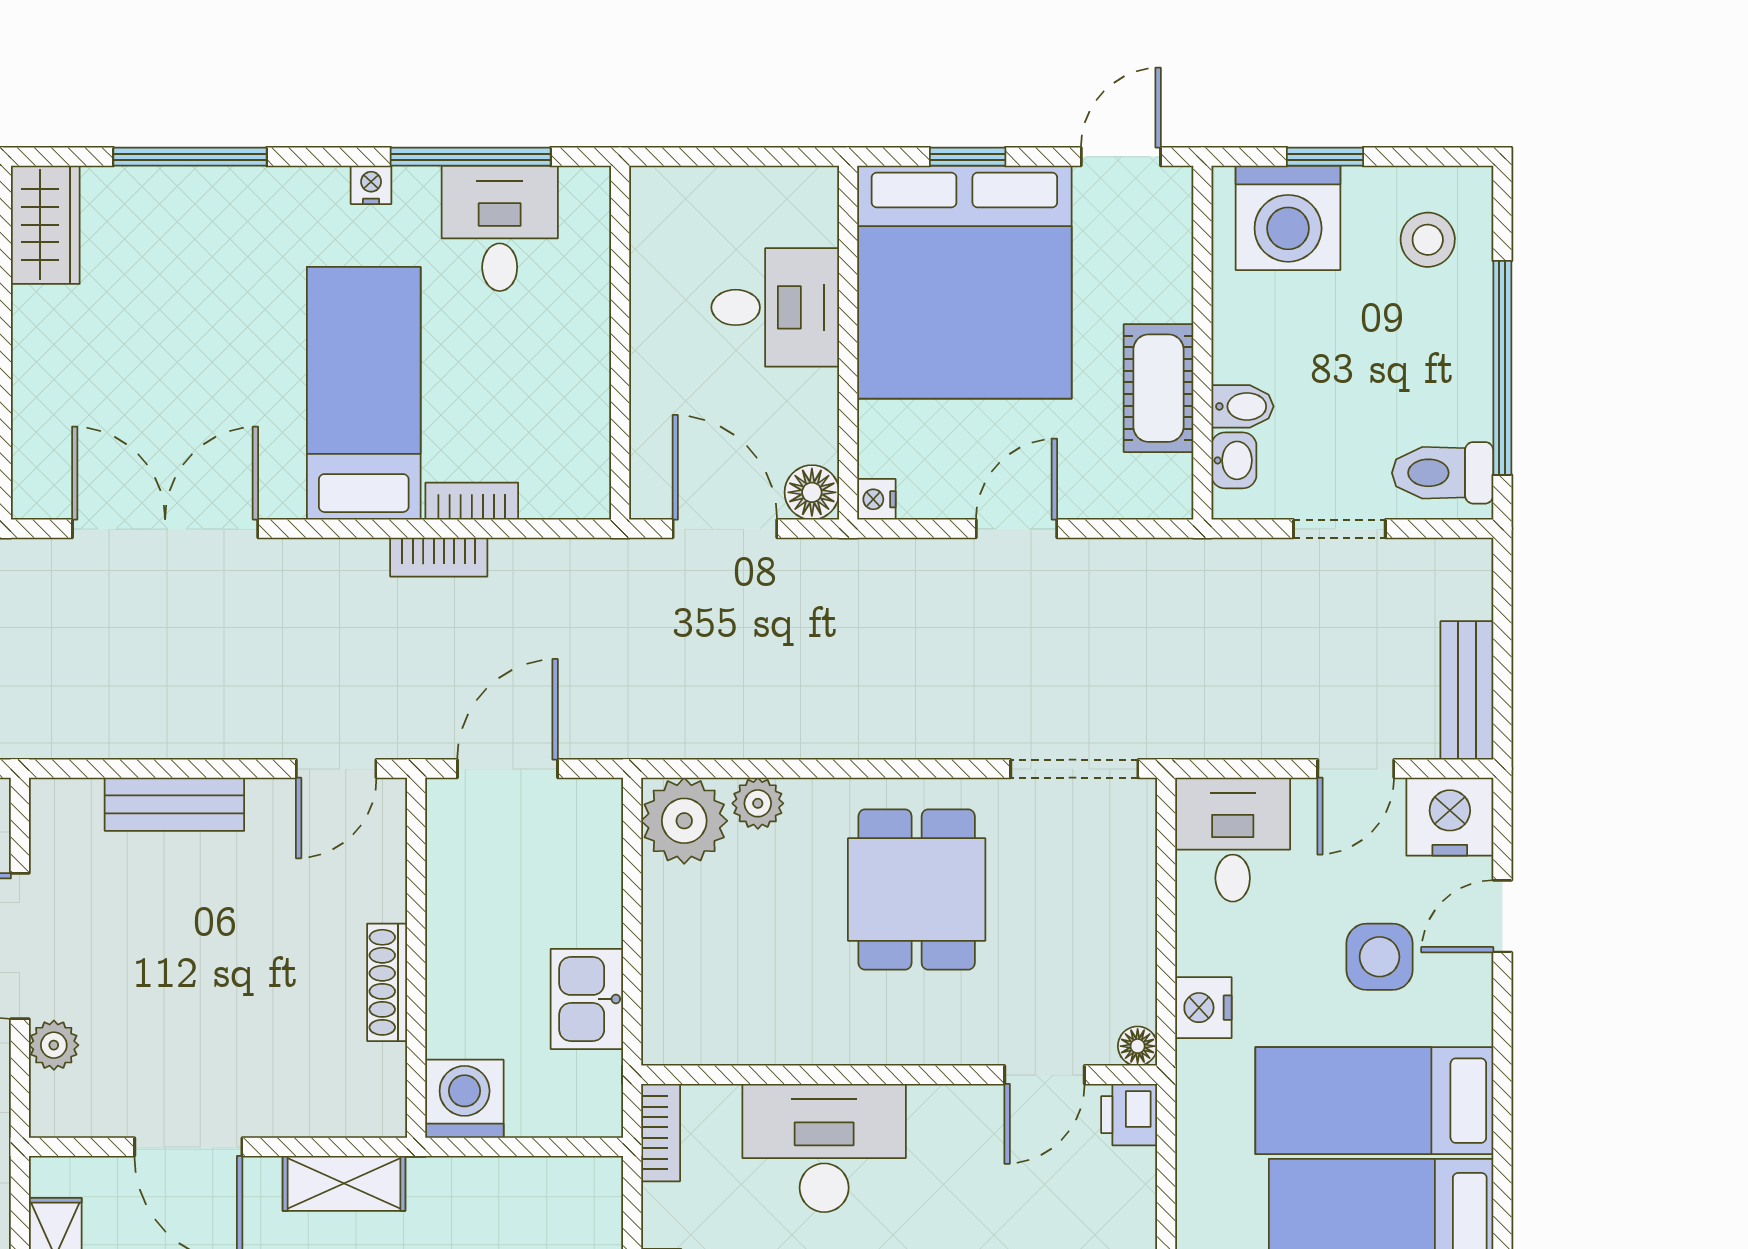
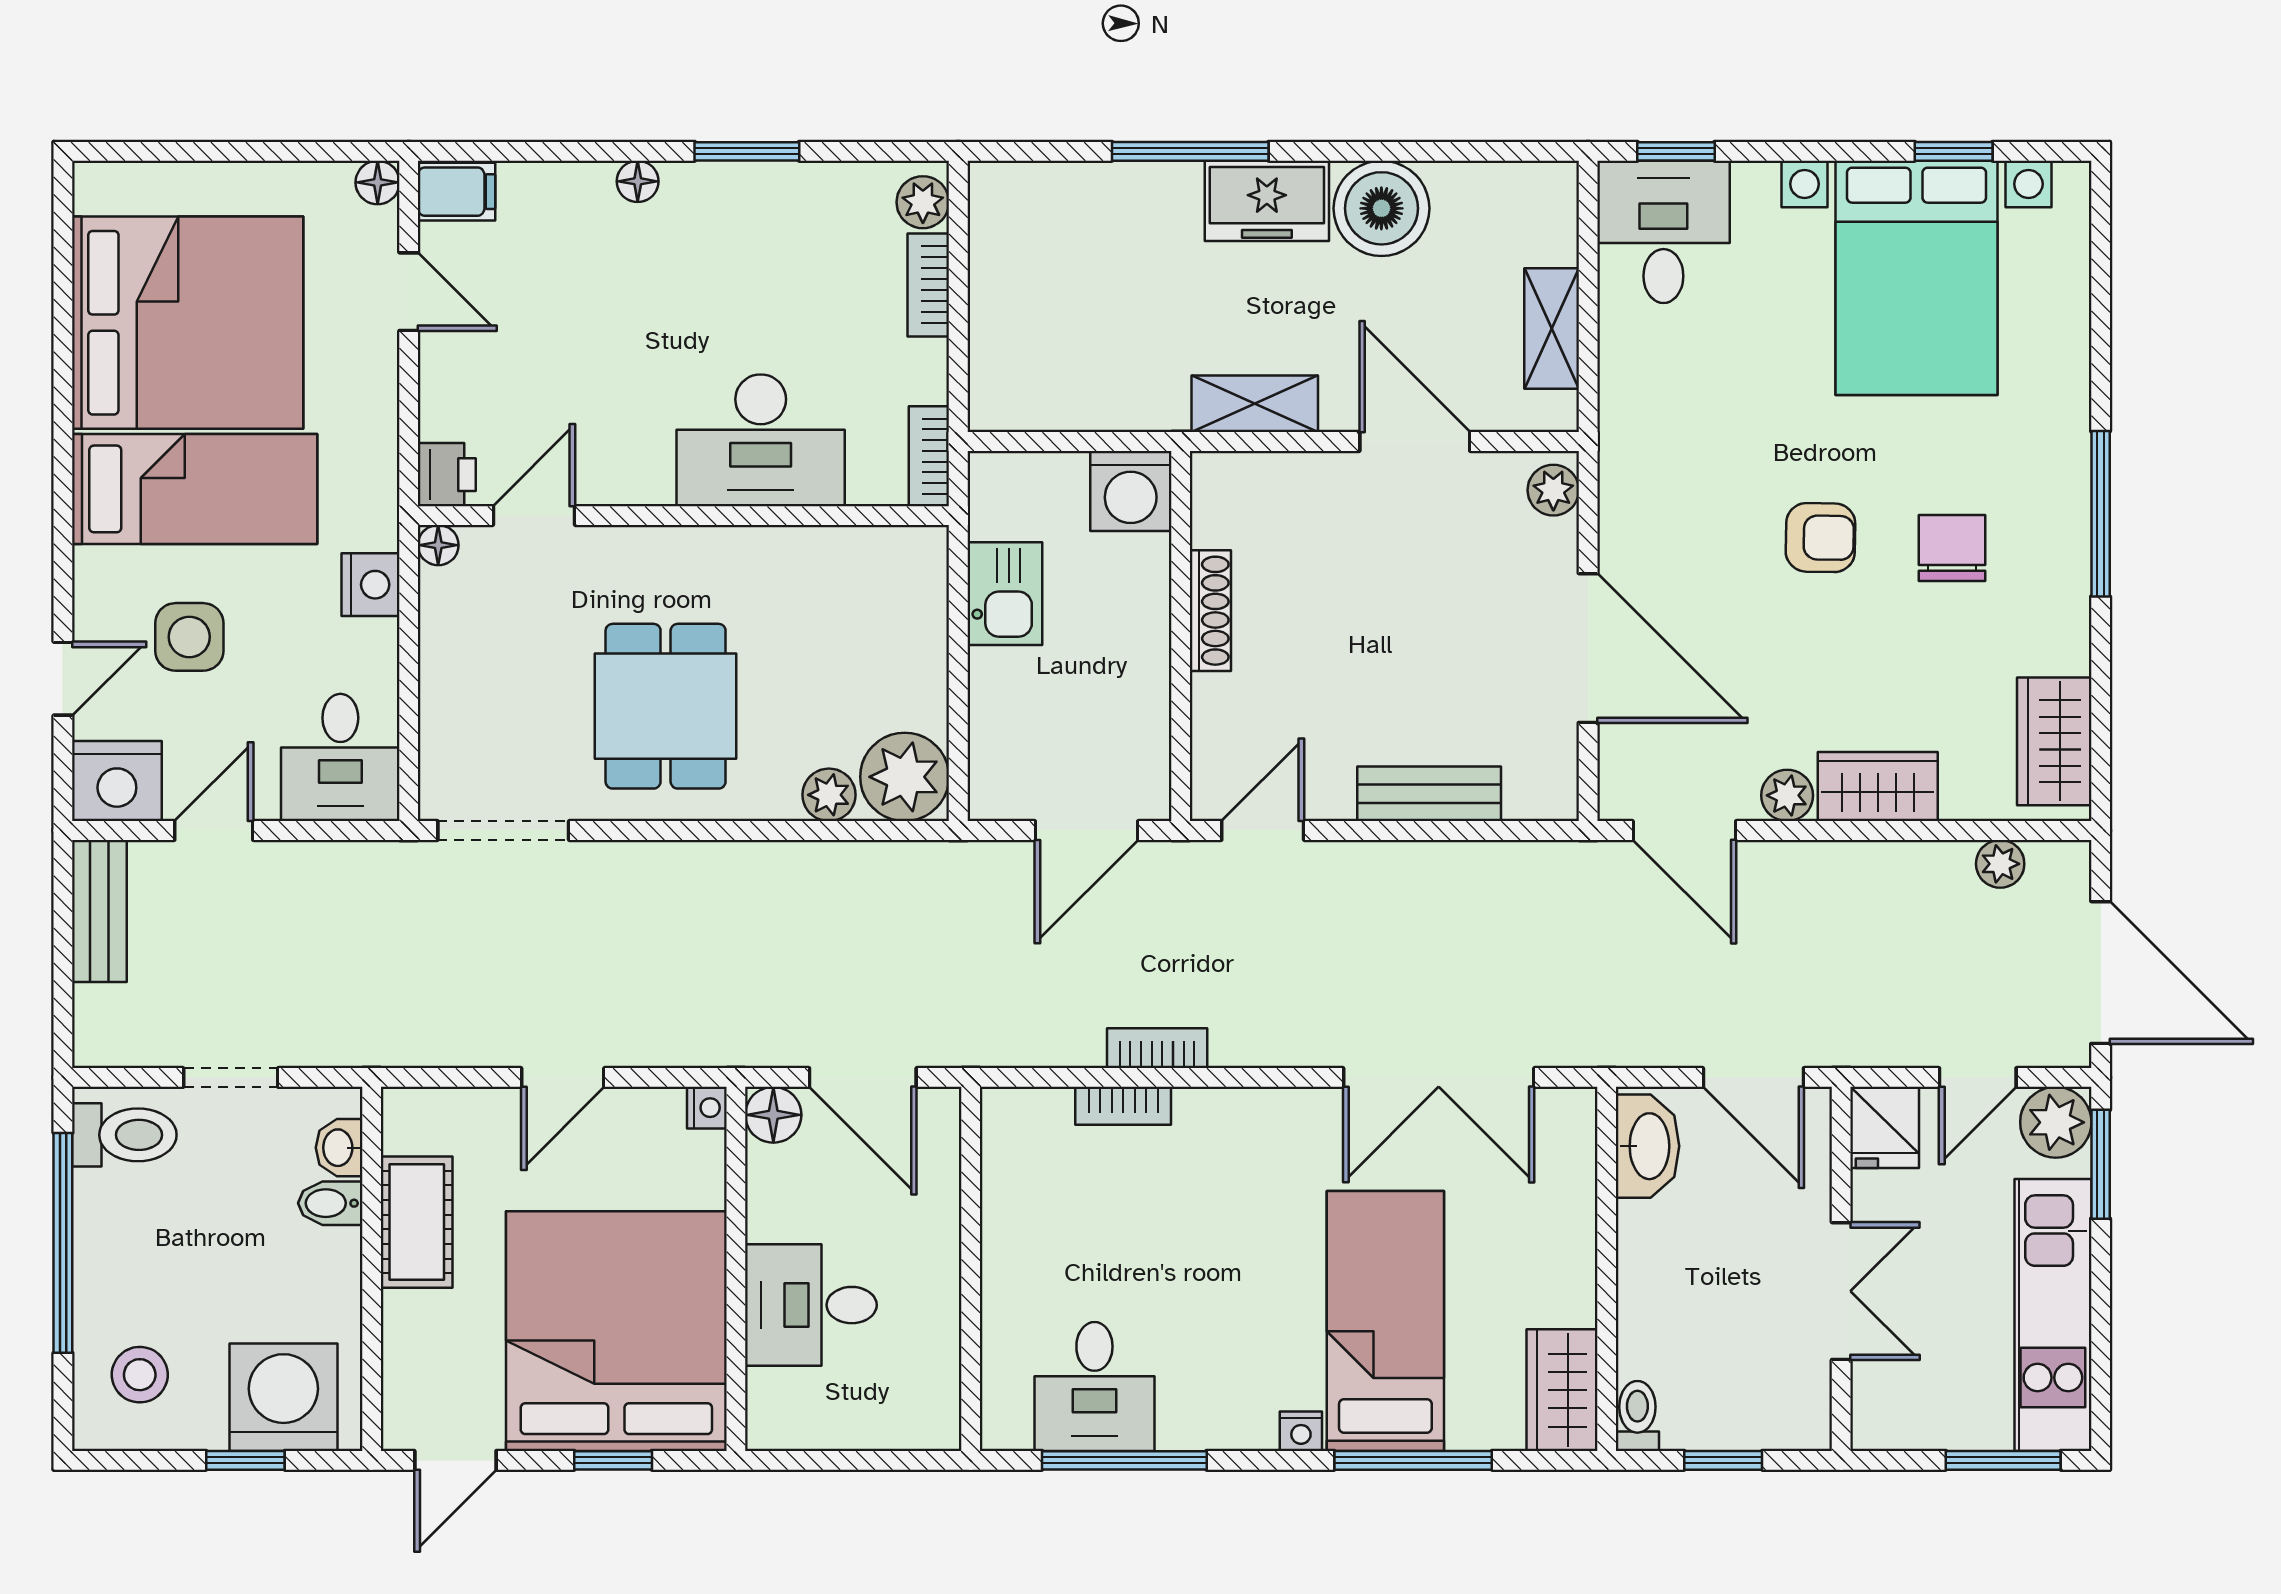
nightstand: (371, 185) -> (1301, 1431), moved
bed: (364, 393) -> (1385, 1321), moved, turned 180
plant: (54, 1045) -> (1553, 490), moved

